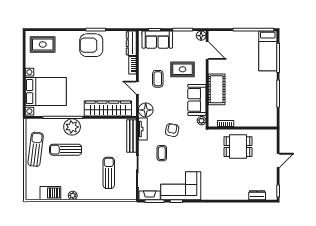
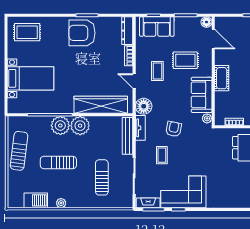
cot: (217, 89) -> (222, 78), width x0.73, depth x0.75
bed with nightstands: (46, 92) -> (31, 78), width x0.73
plant: (89, 127) -> (80, 126), added
sun lounger: (66, 150) -> (58, 162), moved

